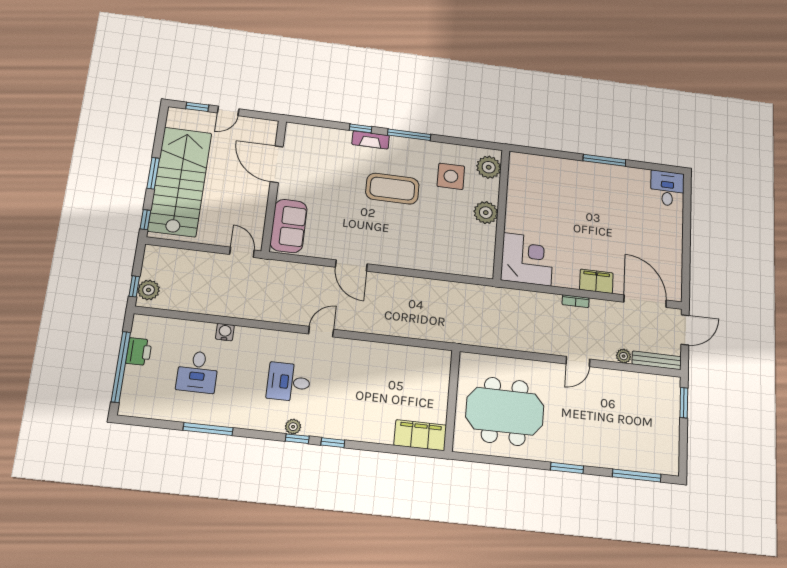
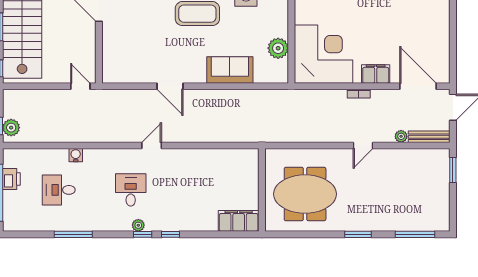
plant: (486, 213) -> (278, 48), moved
sofa: (289, 226) -> (230, 70), moved, turned -90
corner desk: (527, 259) -> (324, 54), width x1.36, depth x1.36
desk: (197, 372) -> (59, 190), turned 90
desk: (289, 382) -> (131, 190), turned 90

